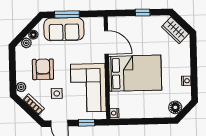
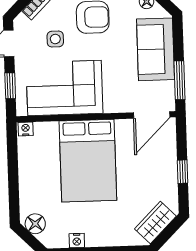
window: (67, 14) -> (179, 80), moved
door: (106, 42) -> (152, 115), moved

